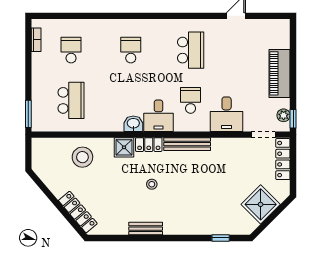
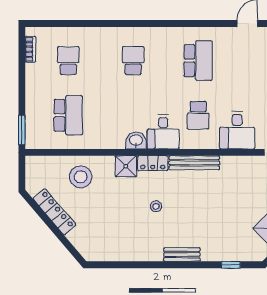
school desk: (191, 100) -> (198, 115), turned 180
locker: (78, 212) -> (54, 212), moved
bench: (146, 229) -> (182, 255), moved

